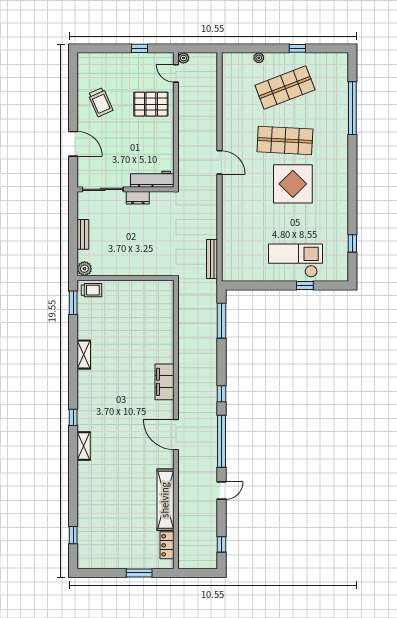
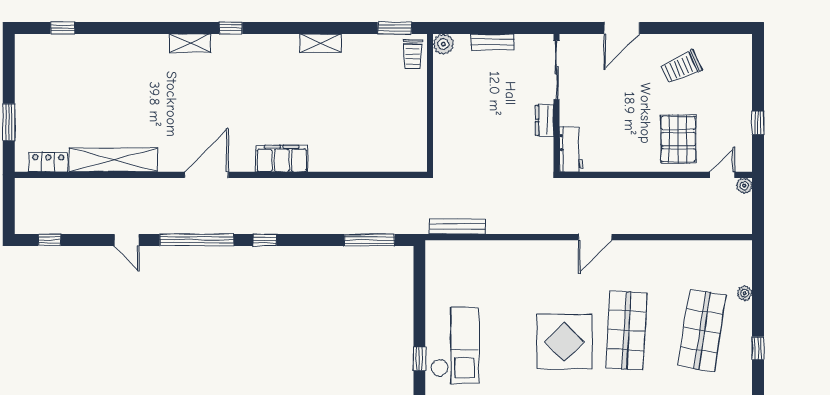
shop shelf: (285, 87) -> (702, 331), turned 30
workbench: (152, 179) -> (571, 149), width x0.73

